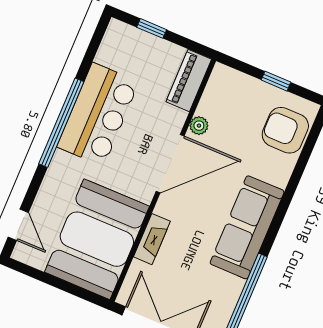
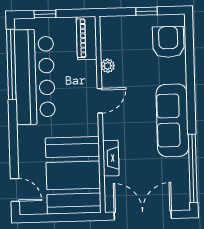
bar counter: (98, 114) -> (35, 77), width x1.36
window: (61, 123) -> (11, 64), moved
armchair: (285, 130) -> (168, 42), turned 90
door: (170, 164) -> (100, 101), width x0.53

